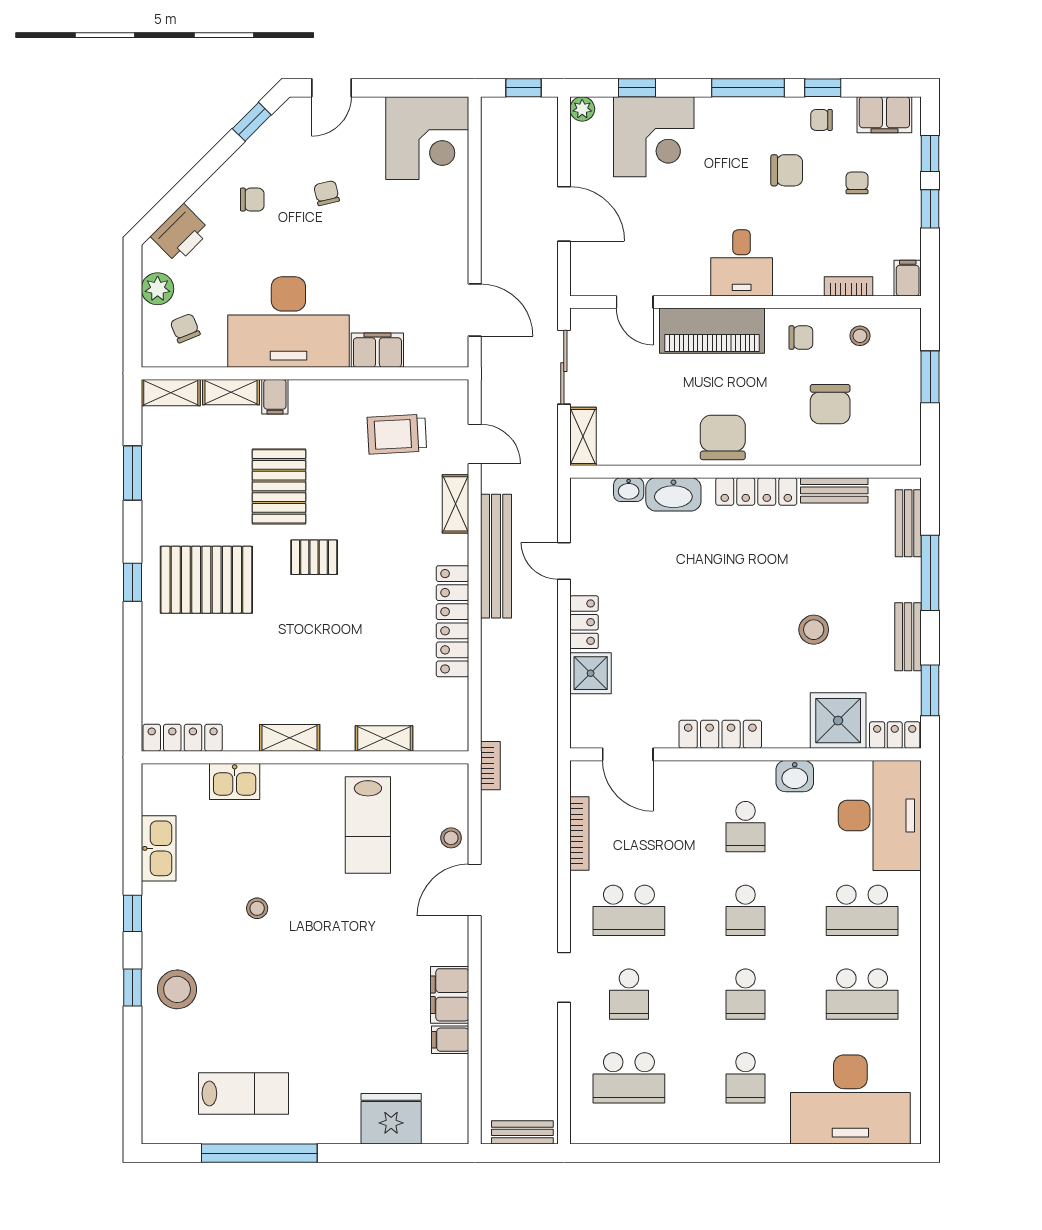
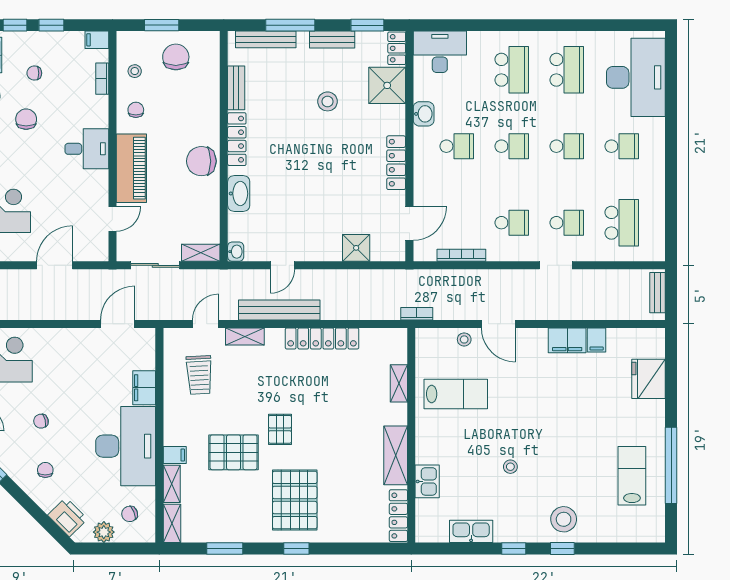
chair: (830, 404) -> (176, 57), moved, turned -90
washbasin: (629, 490) -> (236, 252), moved
bench: (908, 523) -> (266, 39), width x1.36
locker: (584, 622) -> (323, 252), removed
shelving: (290, 738) -> (396, 455), width x1.50, depth x1.33
desk: (880, 815) -> (440, 52), width x0.73, depth x0.77
school desk: (629, 910) -> (512, 223), width x0.54

